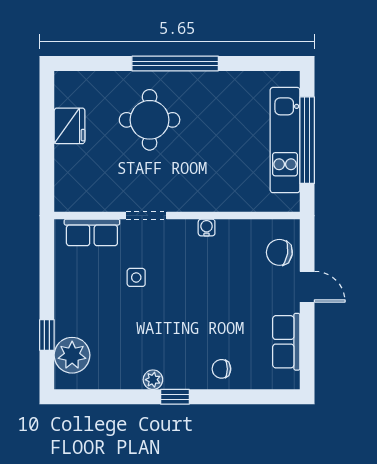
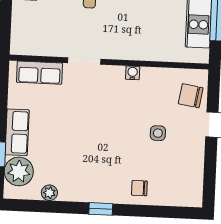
side table: (136, 277) -> (158, 133), moved
row of seats: (286, 342) -> (17, 132), moved, turned 180
plant: (153, 380) -> (49, 193), moved

